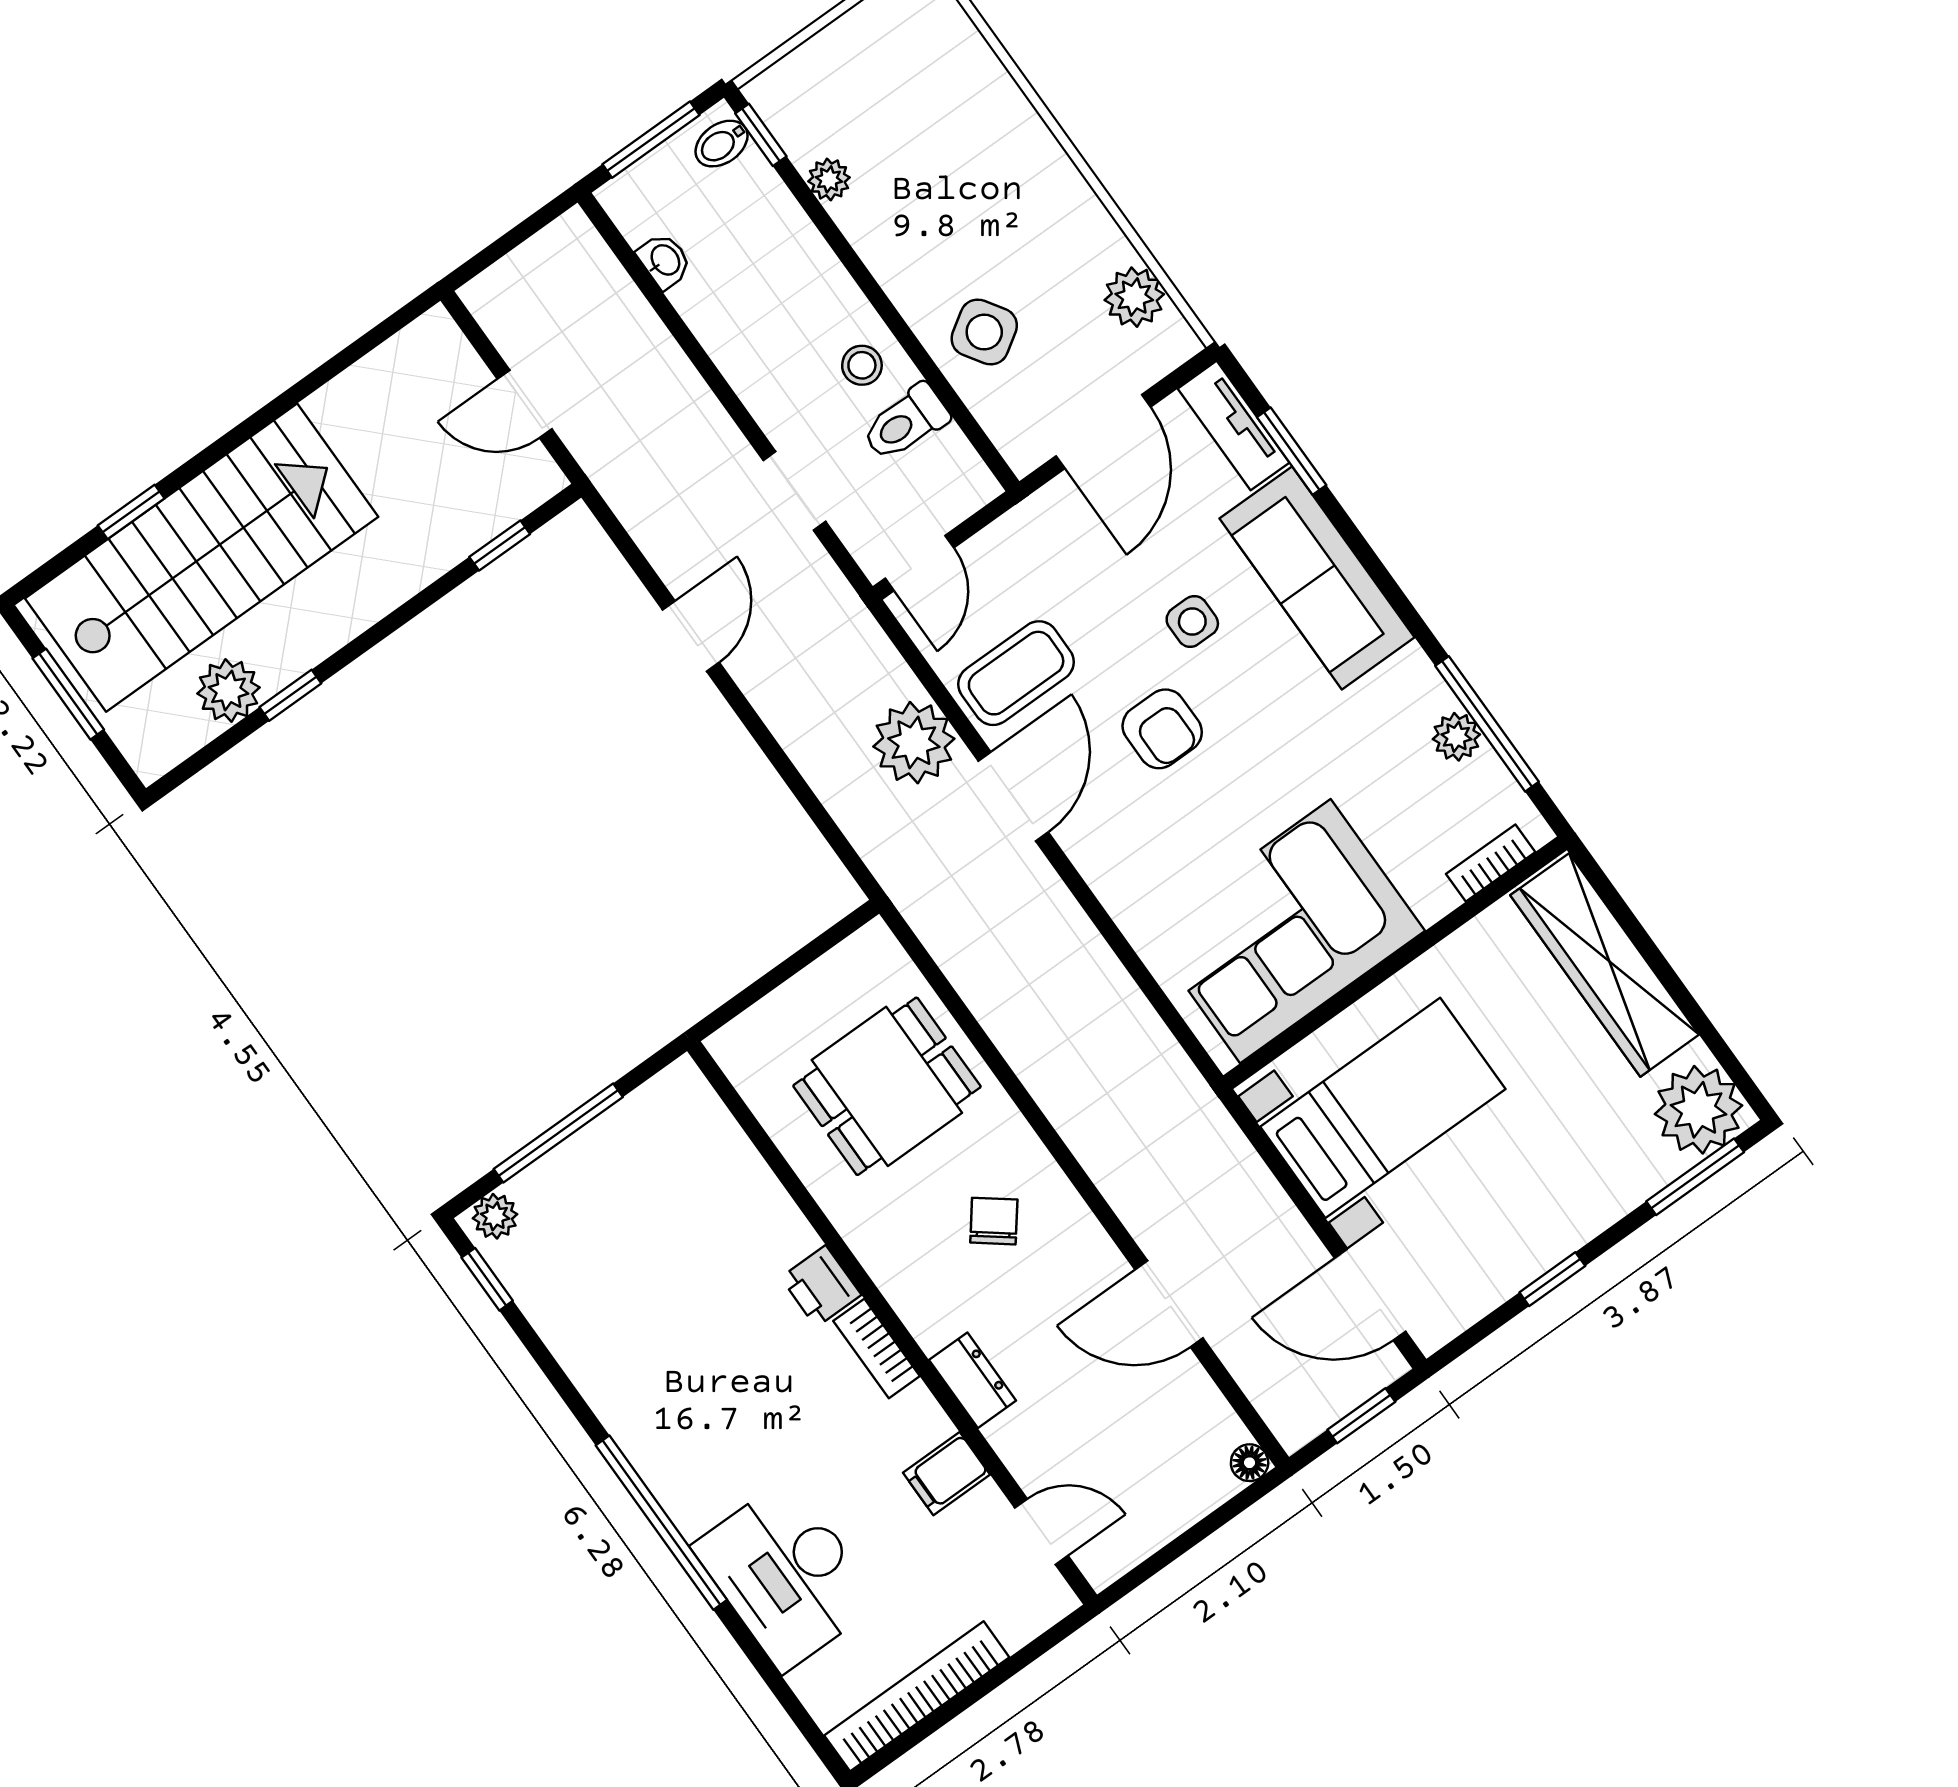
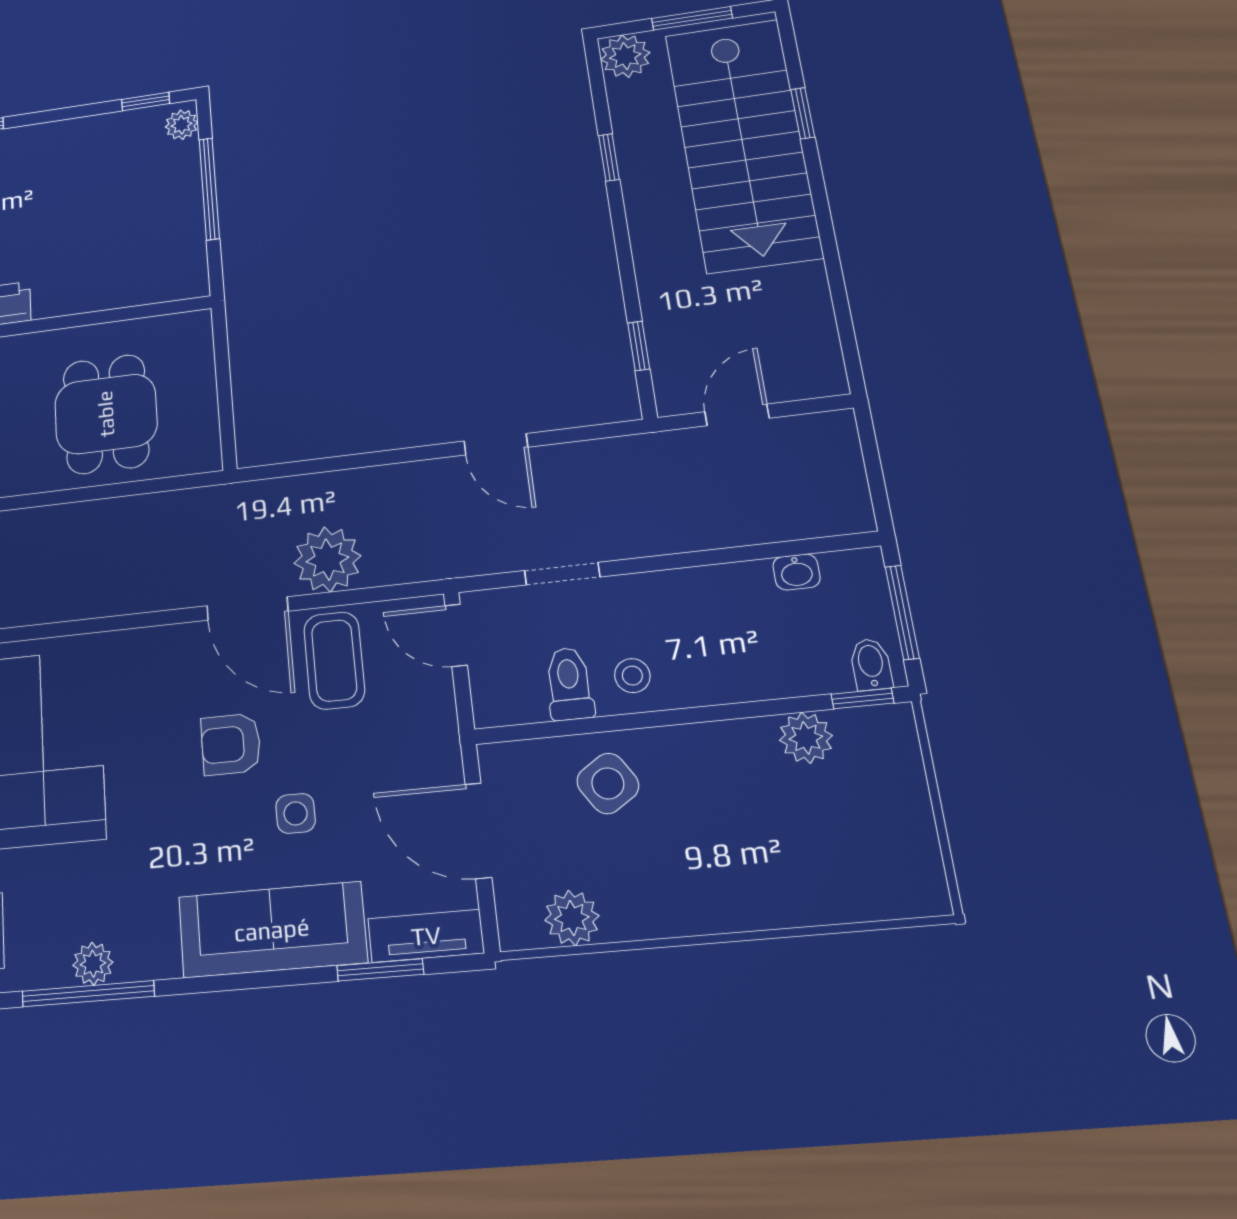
plant: (829, 179) -> (806, 738), width x1.38, depth x1.38
plant: (228, 690) -> (625, 56), moved

